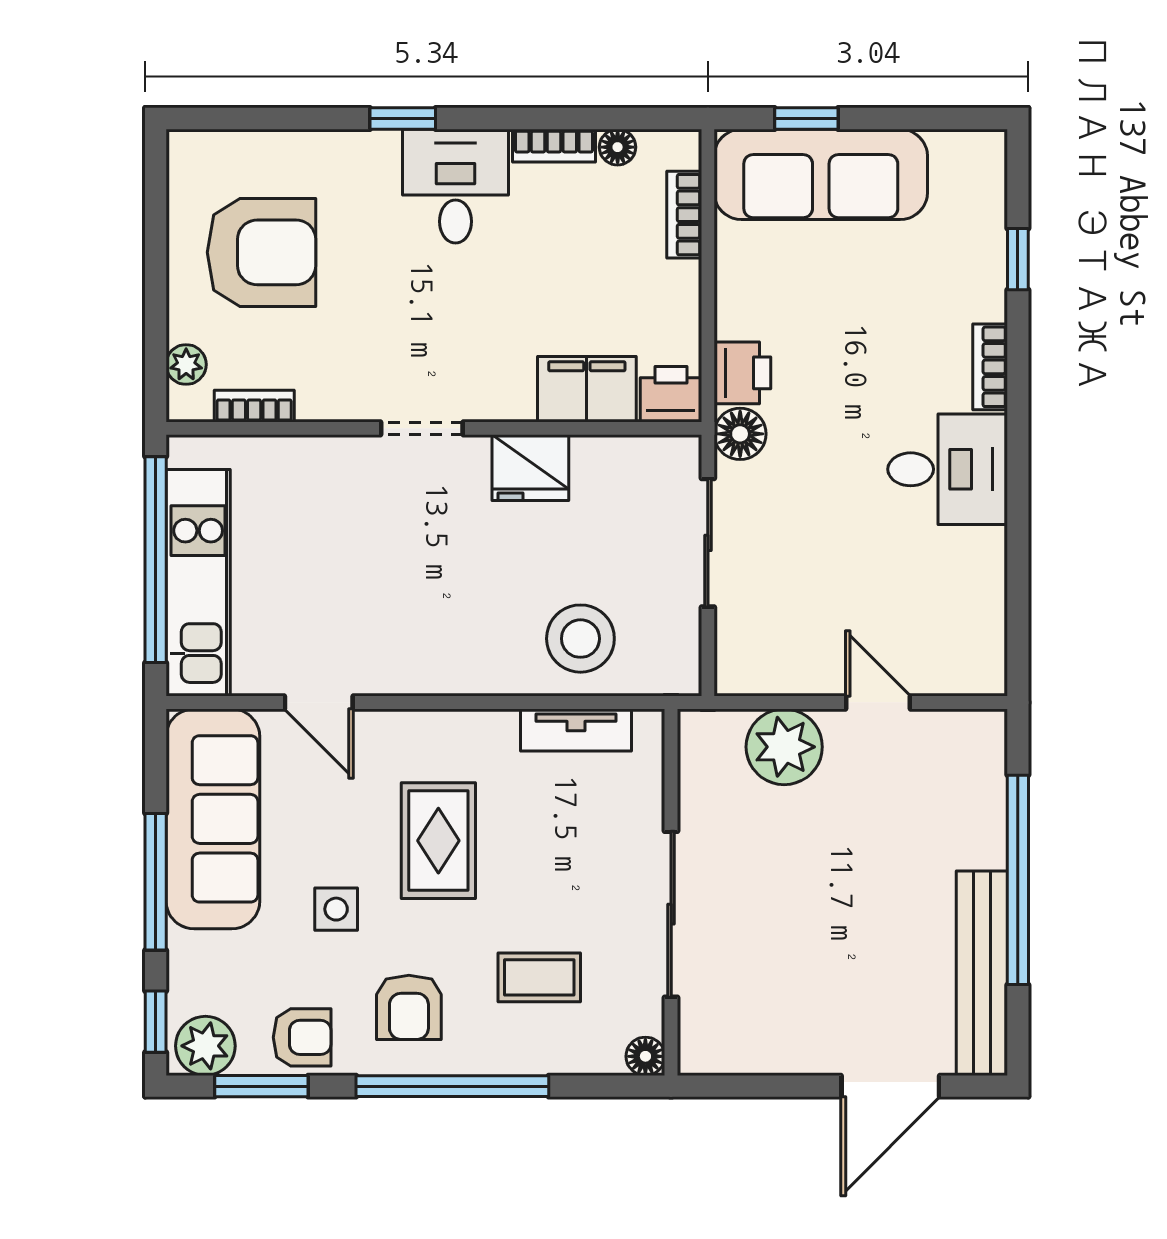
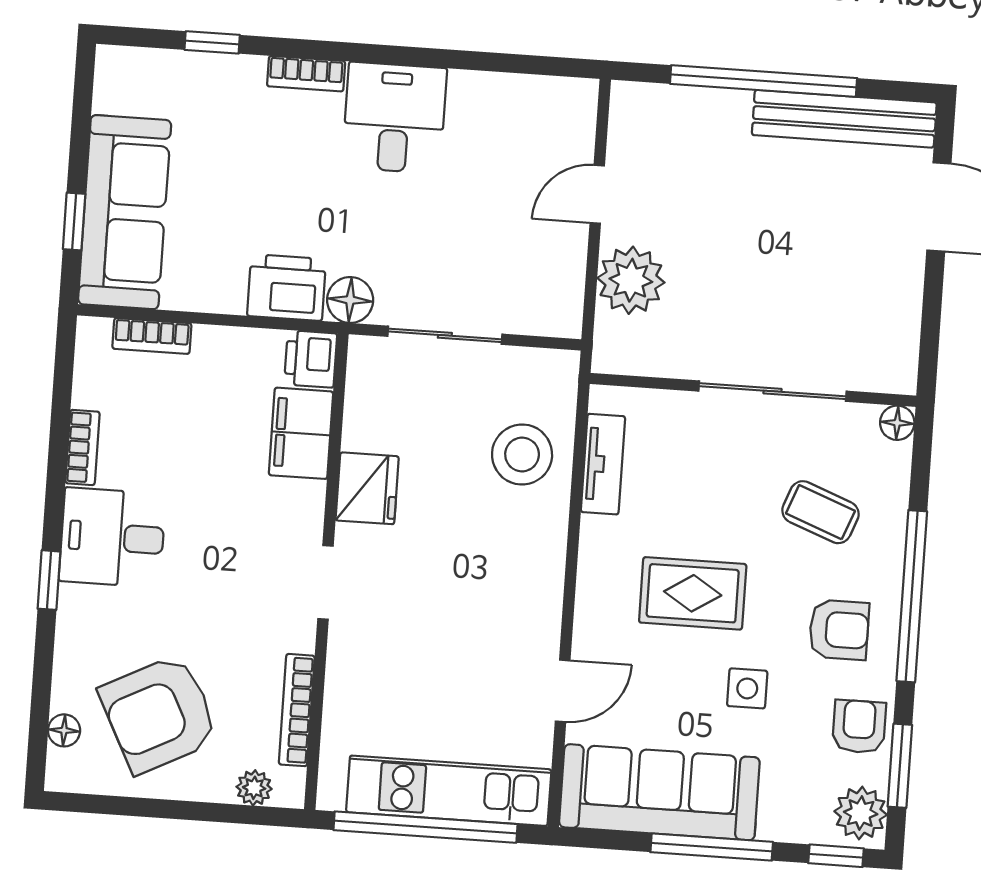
floor lamp: (618, 147) -> (64, 730), moved
armchair: (261, 252) -> (159, 714), turned -117
printer: (742, 373) -> (287, 287), width x1.36, depth x1.24
bookcase: (254, 406) -> (297, 710), width x1.56
coffee table: (539, 977) -> (820, 512), turned -69

